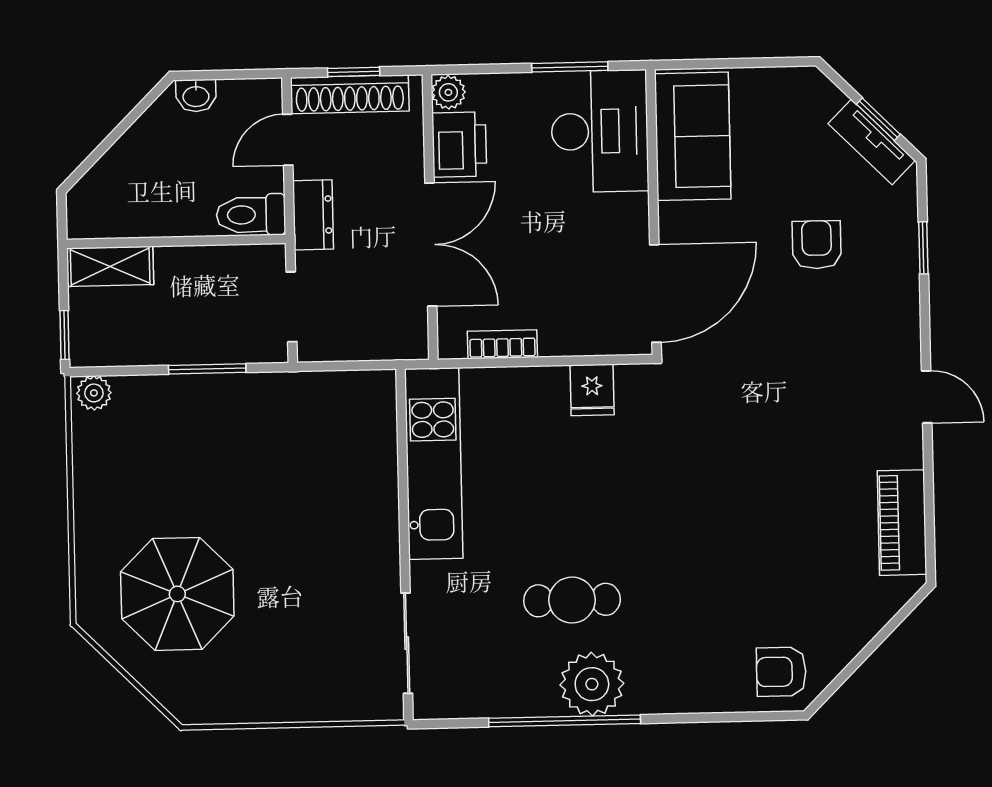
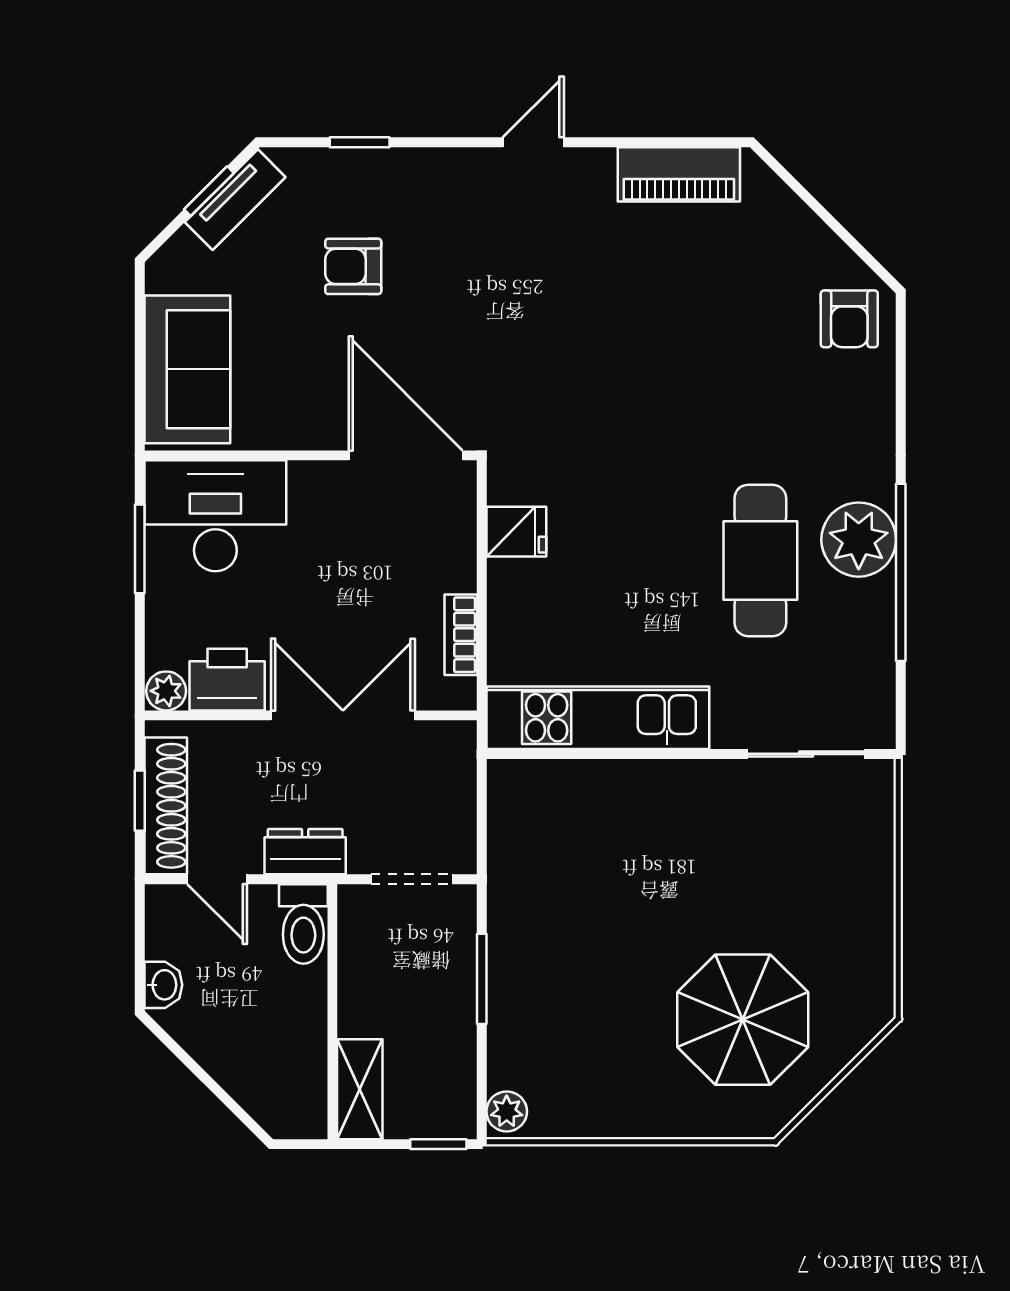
sofa: (693, 136) -> (187, 369), moved, turned 90
cafe table: (572, 600) -> (760, 560), width x1.37, depth x1.35

